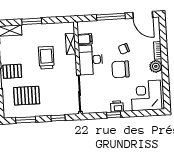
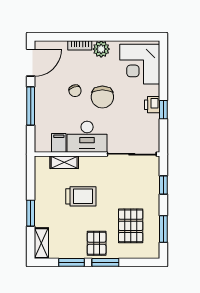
trolley: (46, 58) -> (81, 196), turned 180

